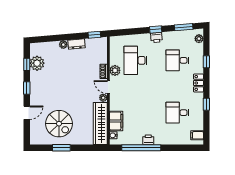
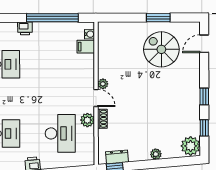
dresser: (76, 44) -> (117, 157), moved
plant: (37, 63) -> (191, 146), moved
door: (27, 113) -> (204, 44), moved
filing cabinet: (116, 121) -> (86, 47), width x0.50
wardrobe: (100, 124) -> (107, 50), removed
printer: (148, 140) -> (25, 28), moved

